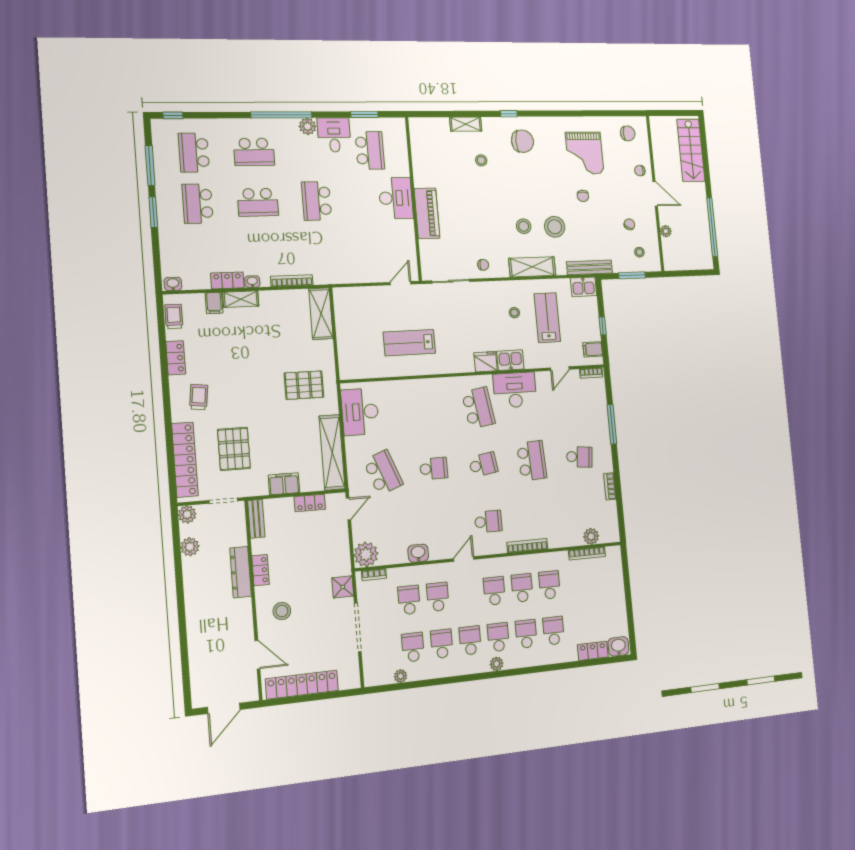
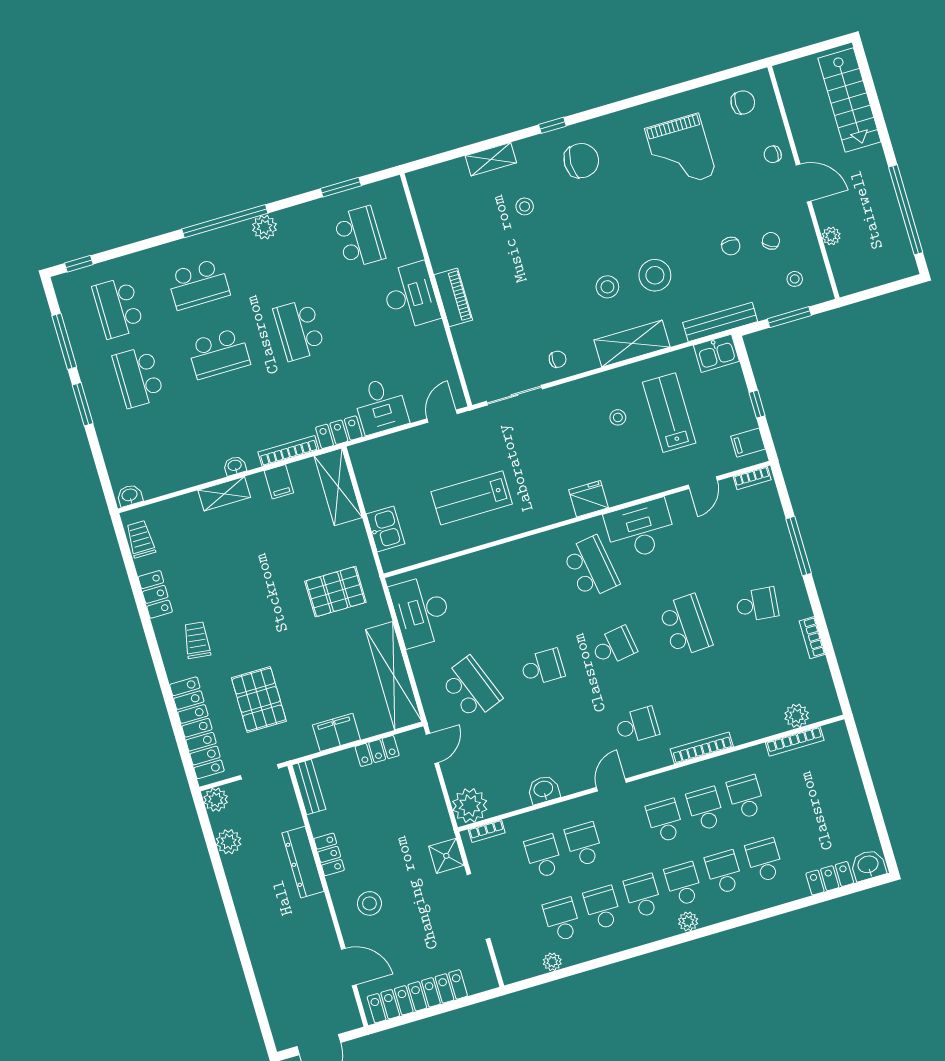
desk: (334, 135) -> (381, 406), moved, turned 180
chair: (583, 196) -> (731, 246), moved
piano: (427, 213) -> (453, 297), width x0.73, depth x0.75
locker: (227, 280) -> (339, 432), moved
filing cabinet: (214, 303) -> (279, 482), moved
kitchen sink: (510, 360) -> (385, 529), moved, turned 90

